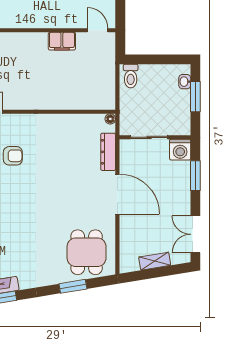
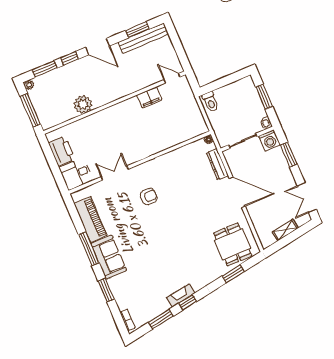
washbasin: (185, 82) -> (266, 123), moved

